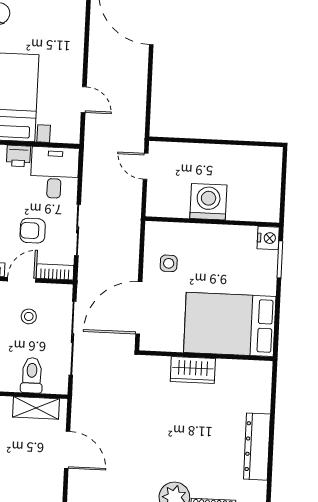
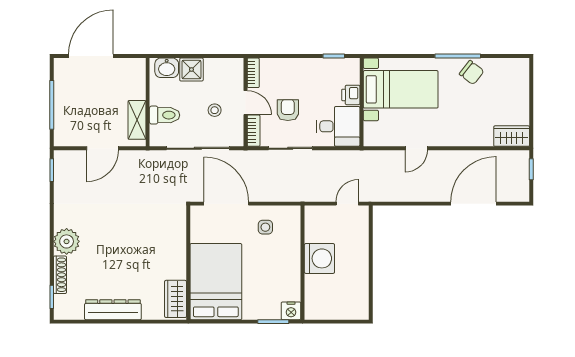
door: (84, 100) -> (416, 148), moved
wardrobe: (193, 370) -> (176, 299), moved

